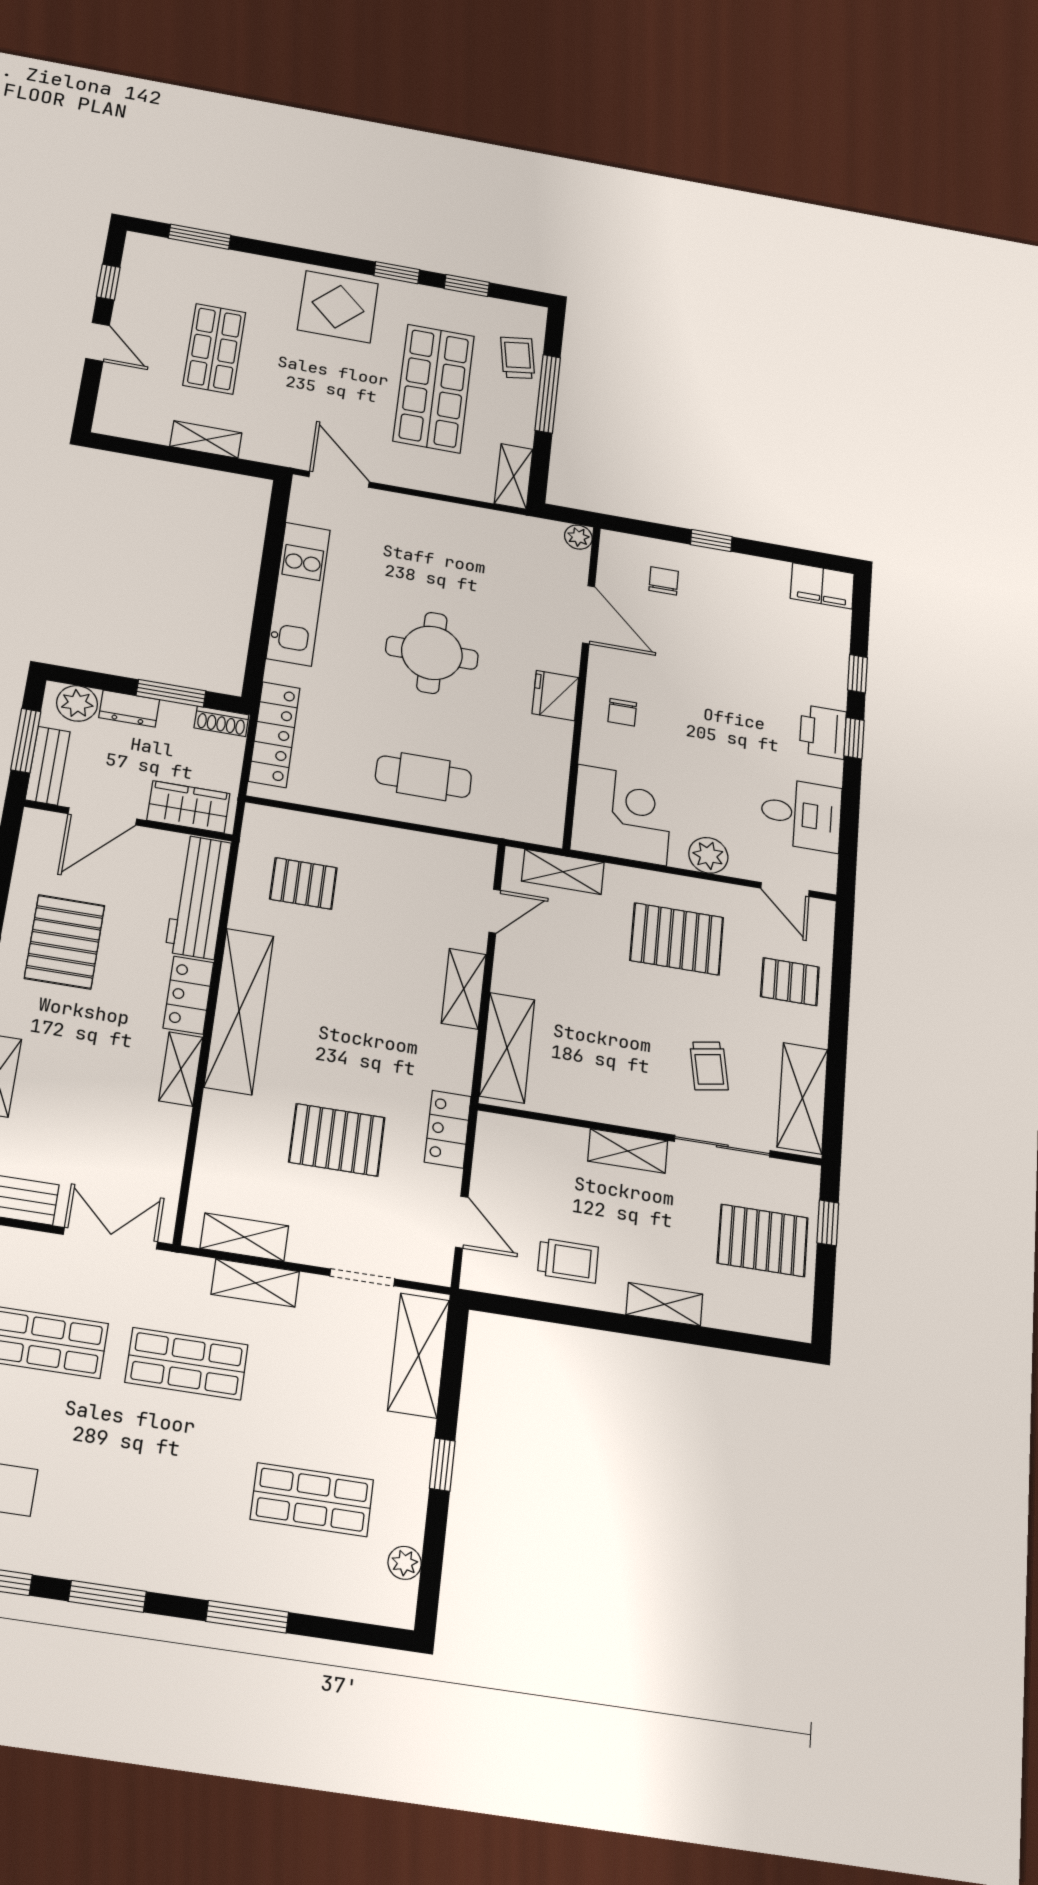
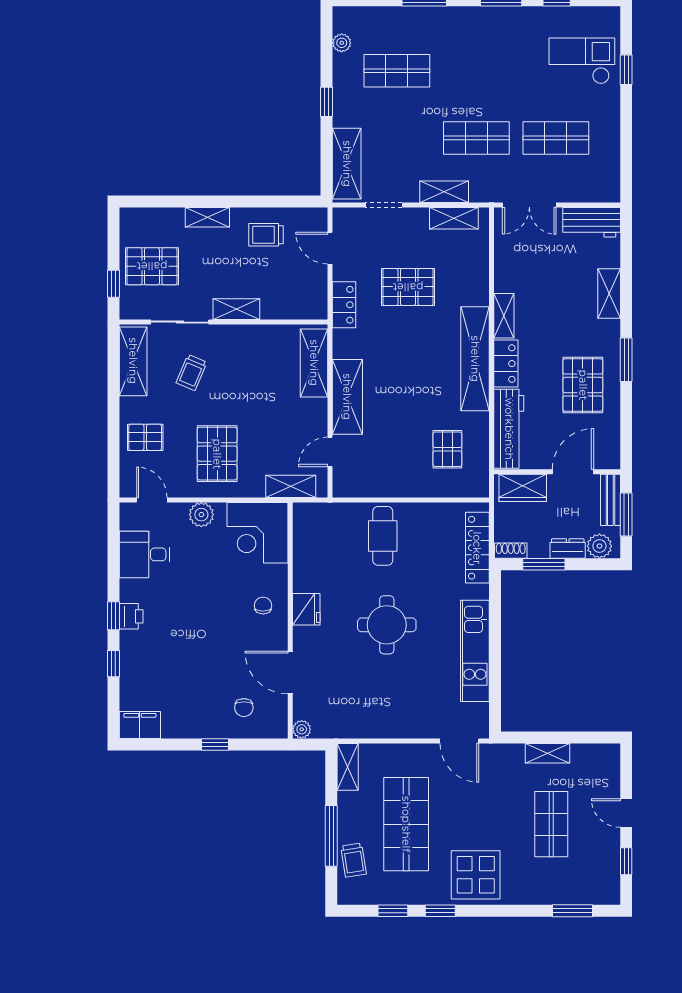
printer: (823, 732) -> (131, 616), width x0.73, depth x0.81
cafe table: (423, 777) -> (383, 536), turned 90
pallet: (303, 883) -> (447, 449), turned 90
pallet: (677, 939) -> (217, 454), turned 90
shelving: (464, 989) -> (347, 397), width x1.50, depth x1.33
trolley: (709, 1066) -> (191, 373), turned -147

